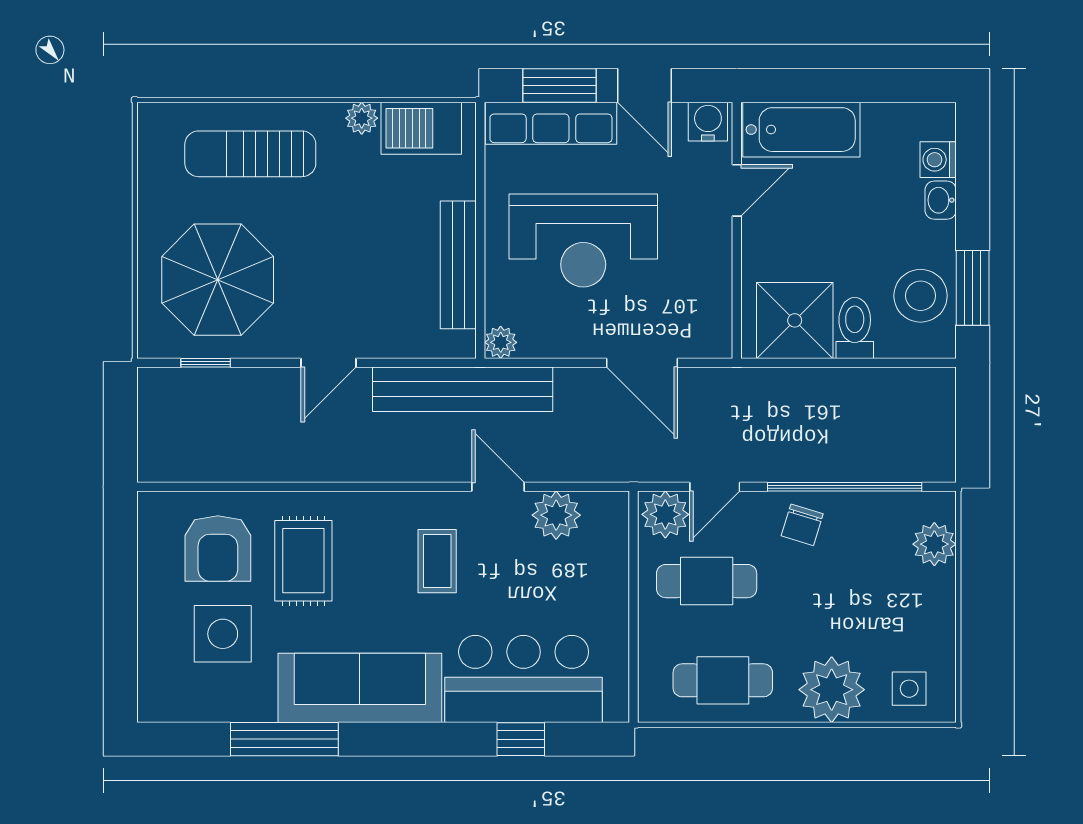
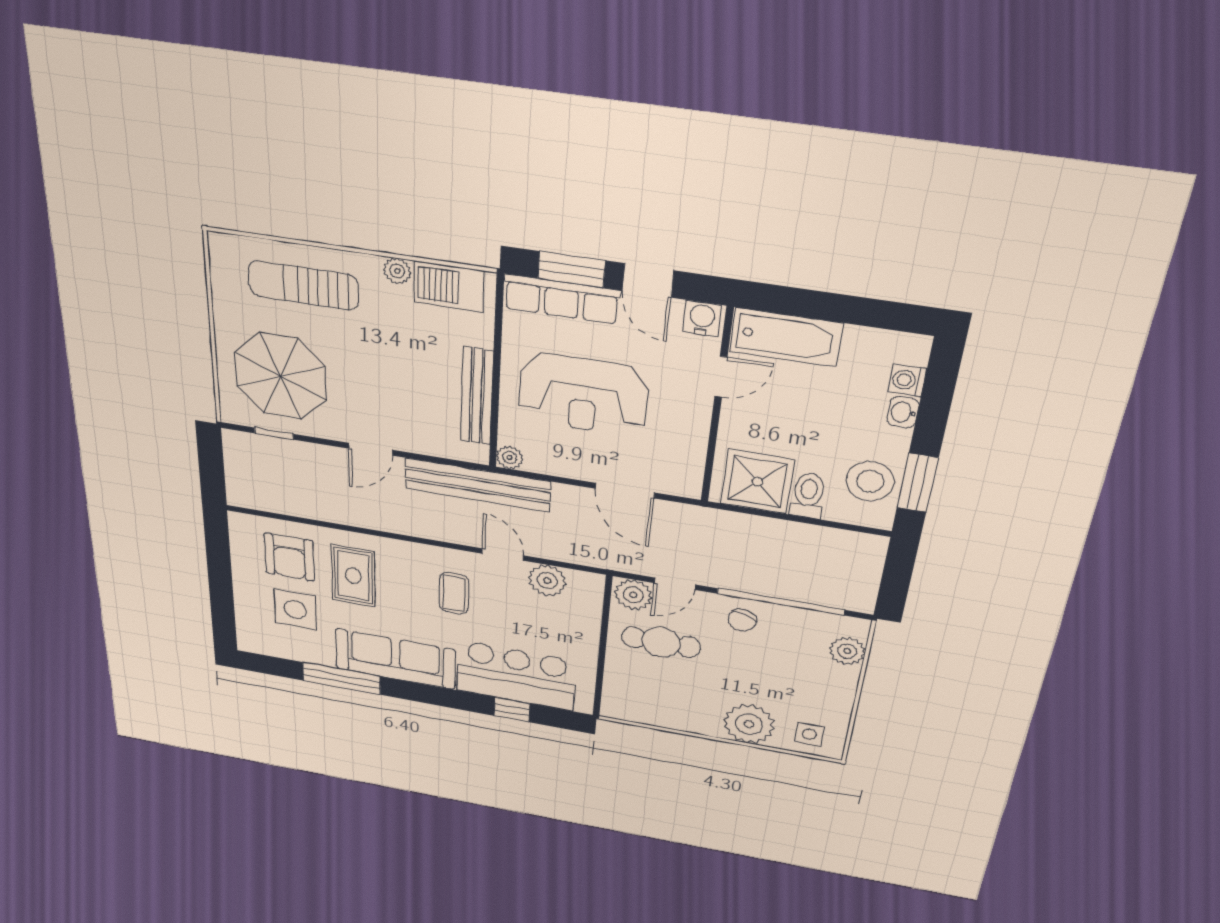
cafe table: (723, 680) -> (666, 704), removed

